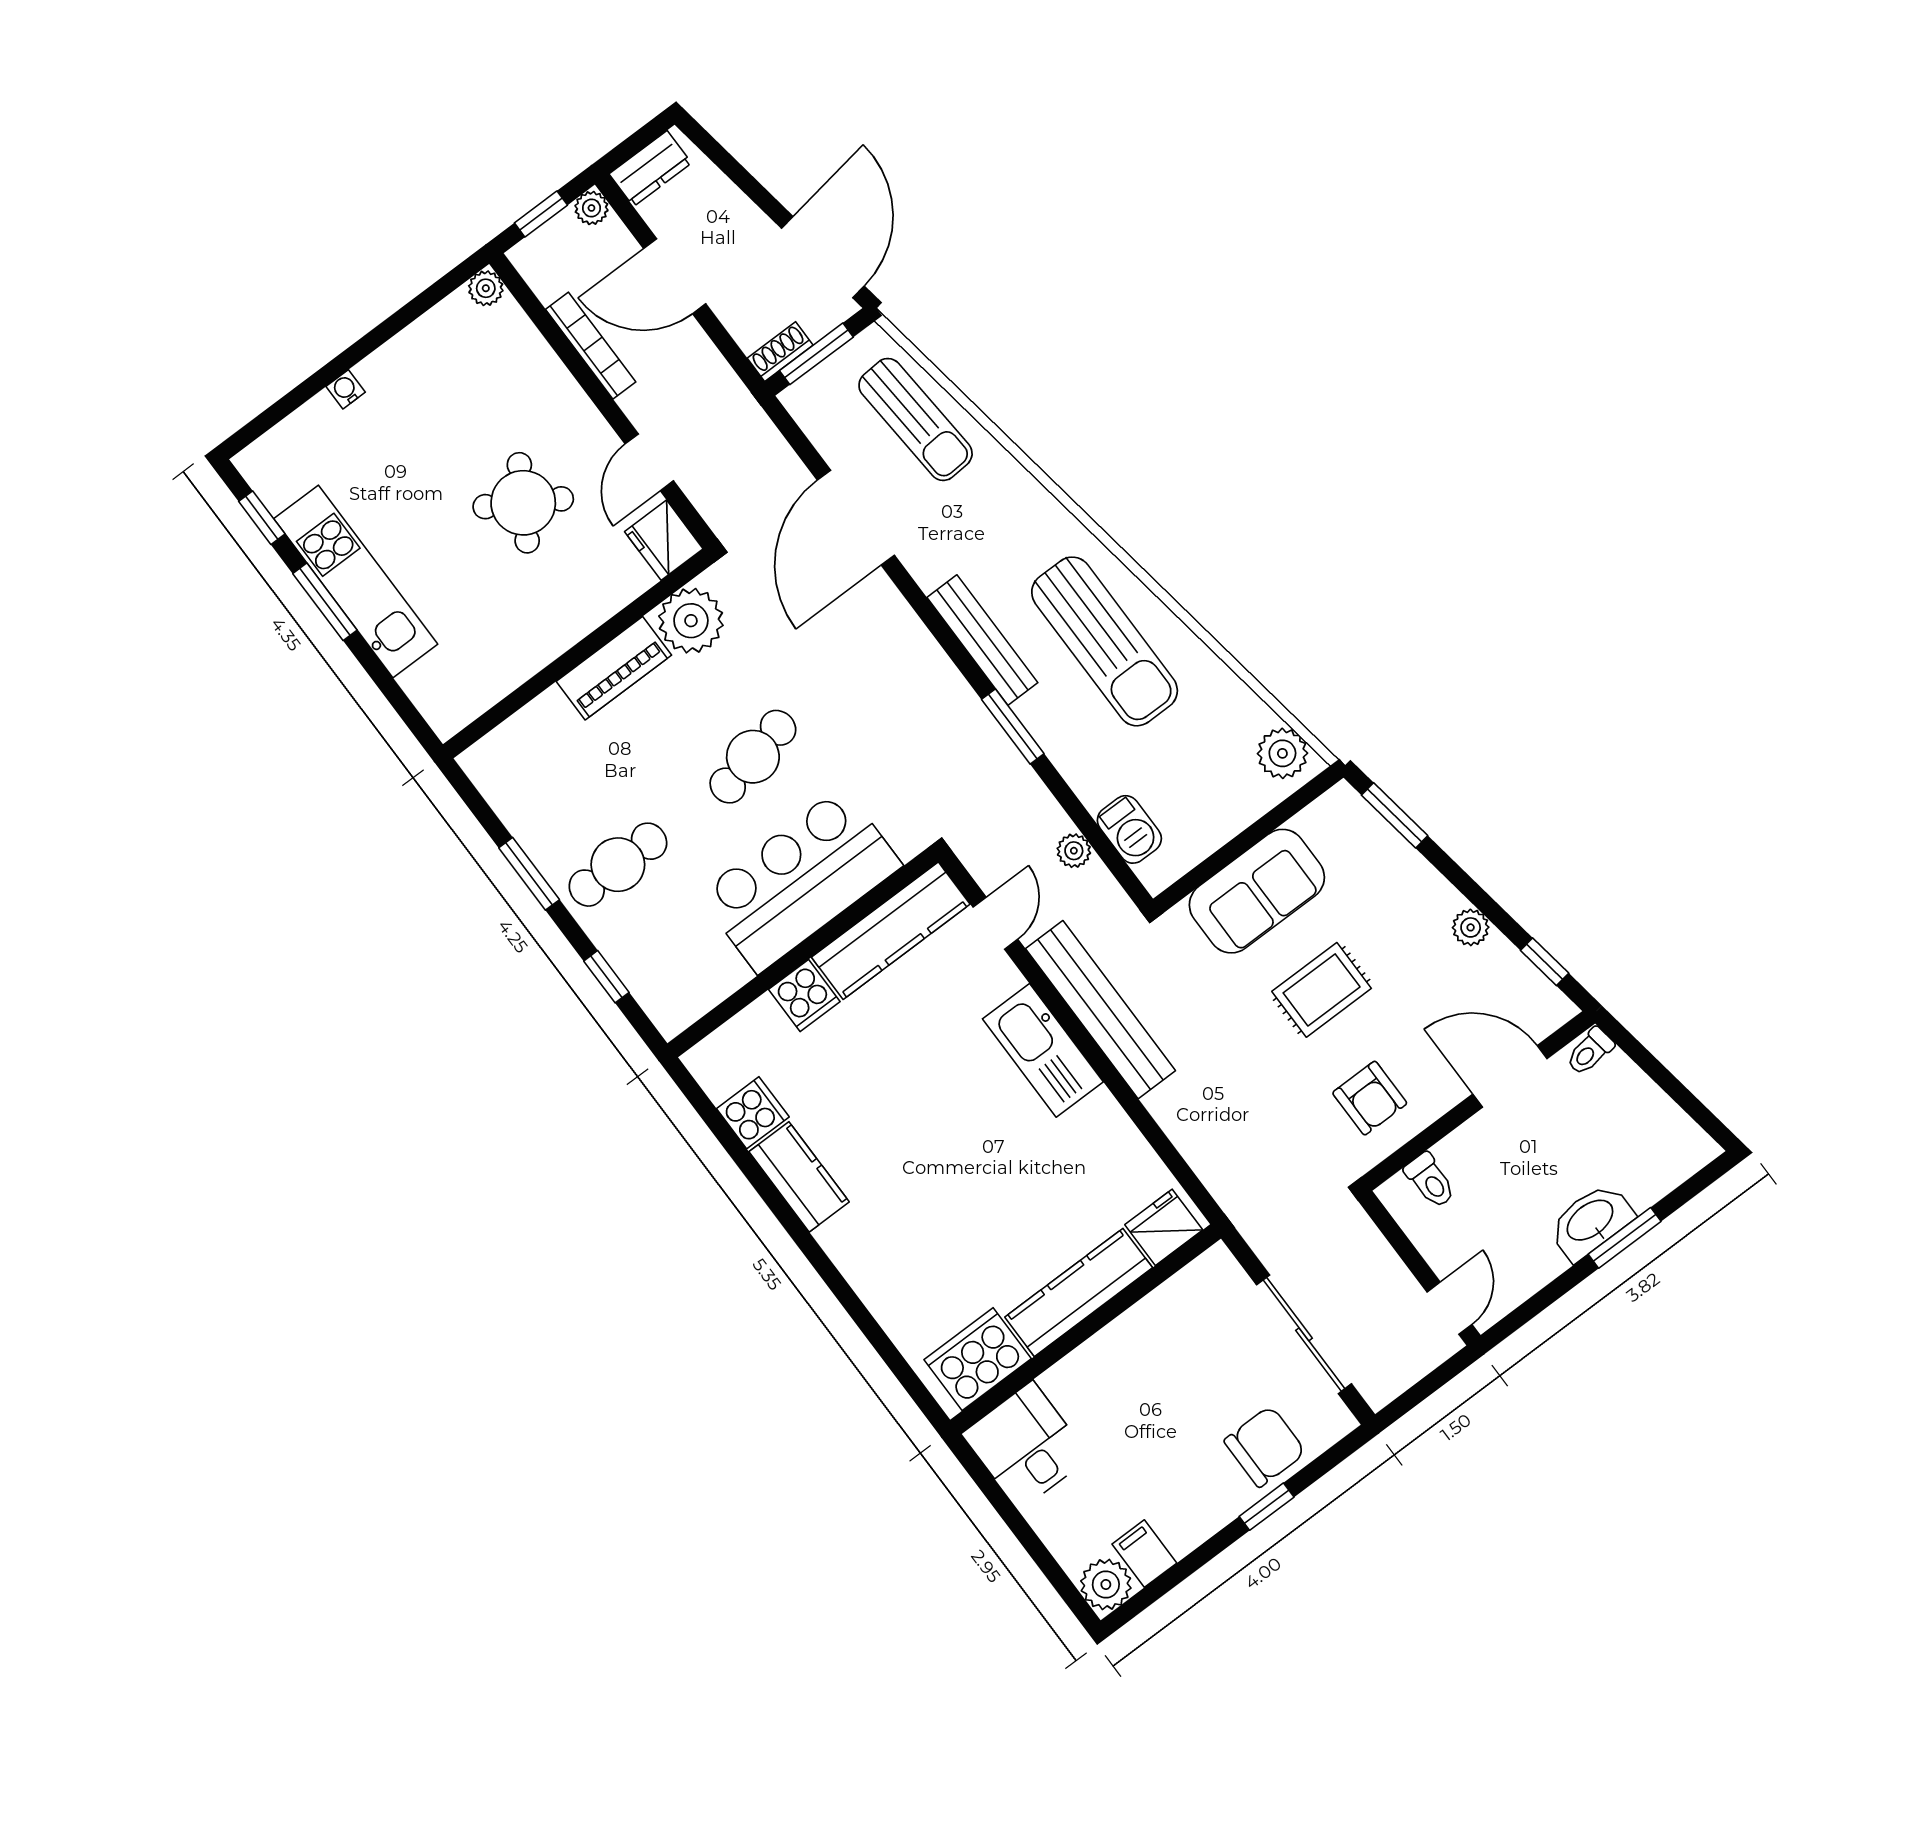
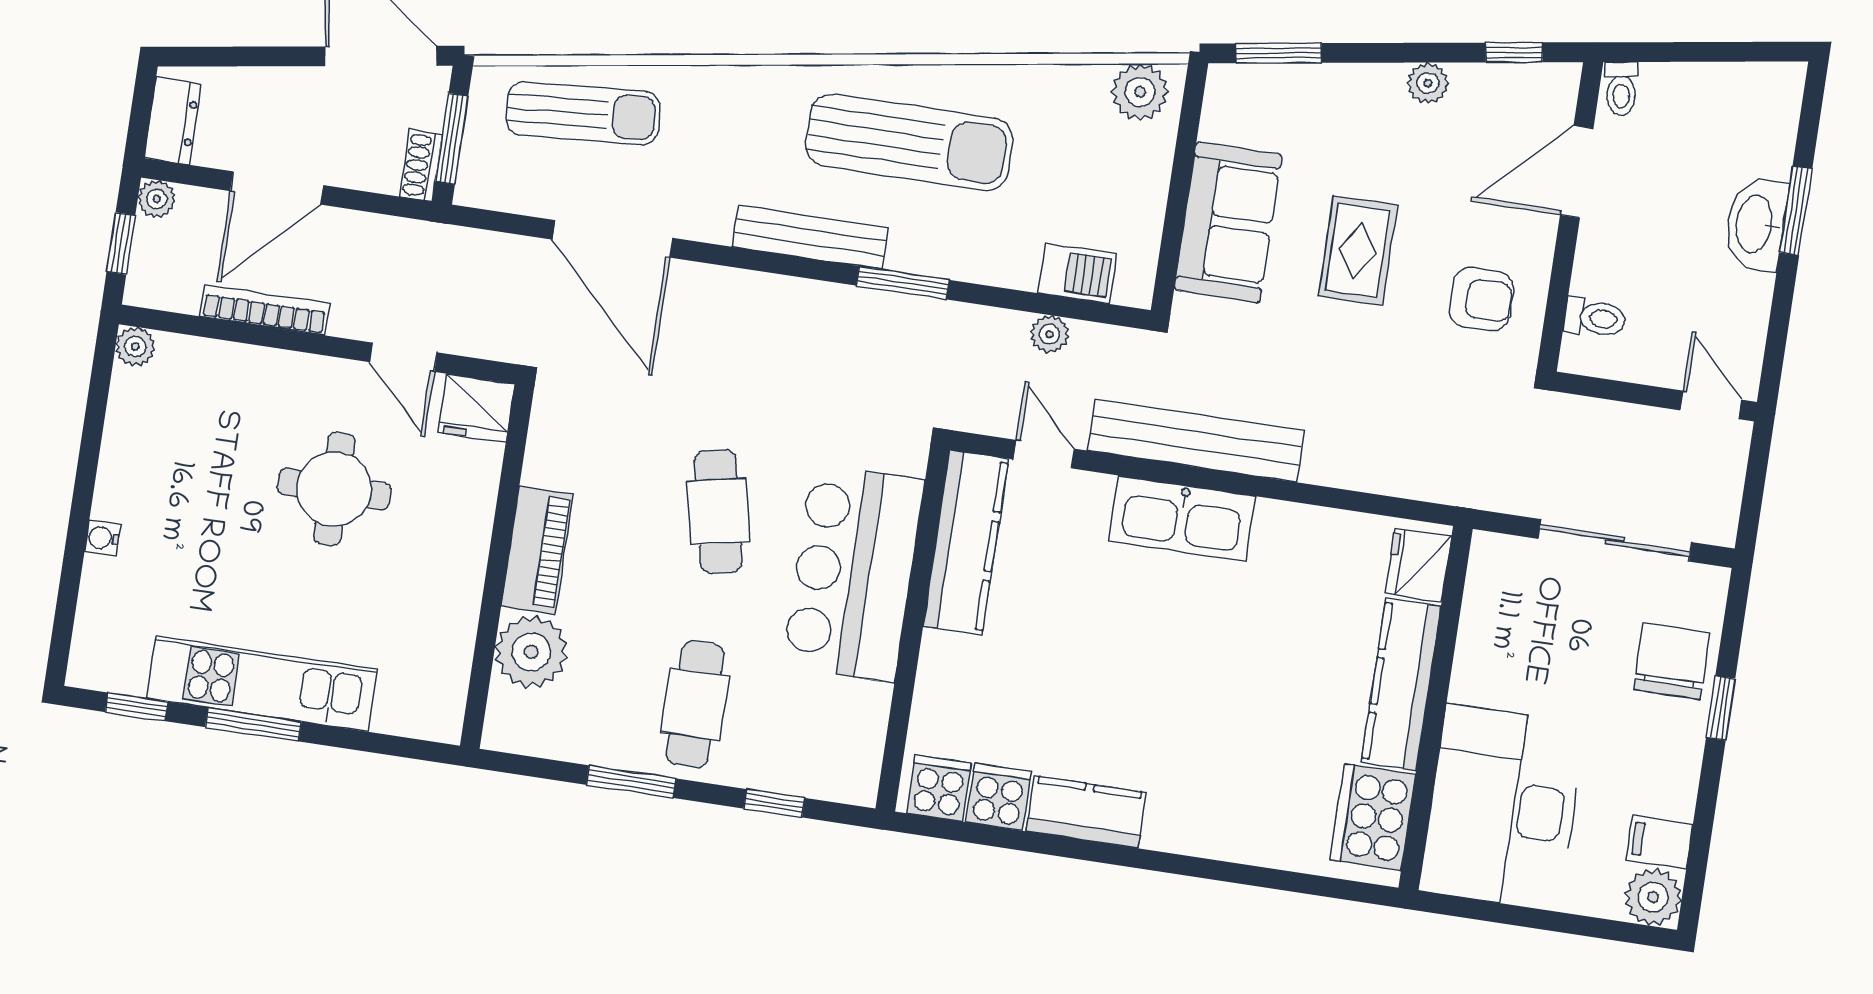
round table: (523, 503) -> (334, 489), turned -31
plant: (691, 621) -> (531, 652), moved
cooker: (804, 996) -> (939, 788), moved, turned -90
desk: (1026, 1446) -> (1503, 807), width x1.87, depth x1.30

